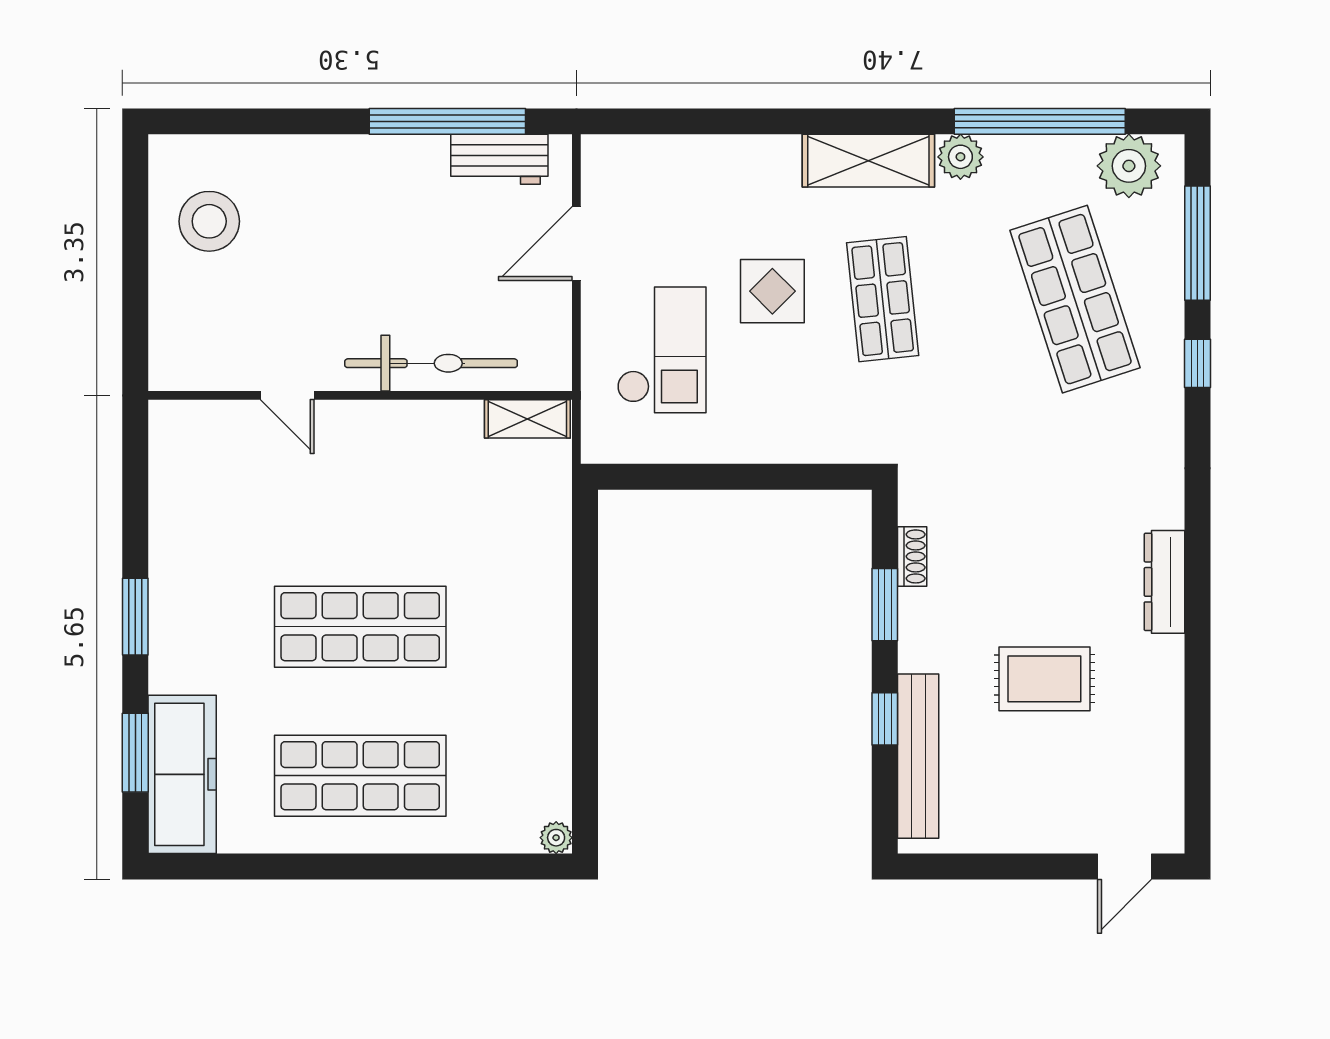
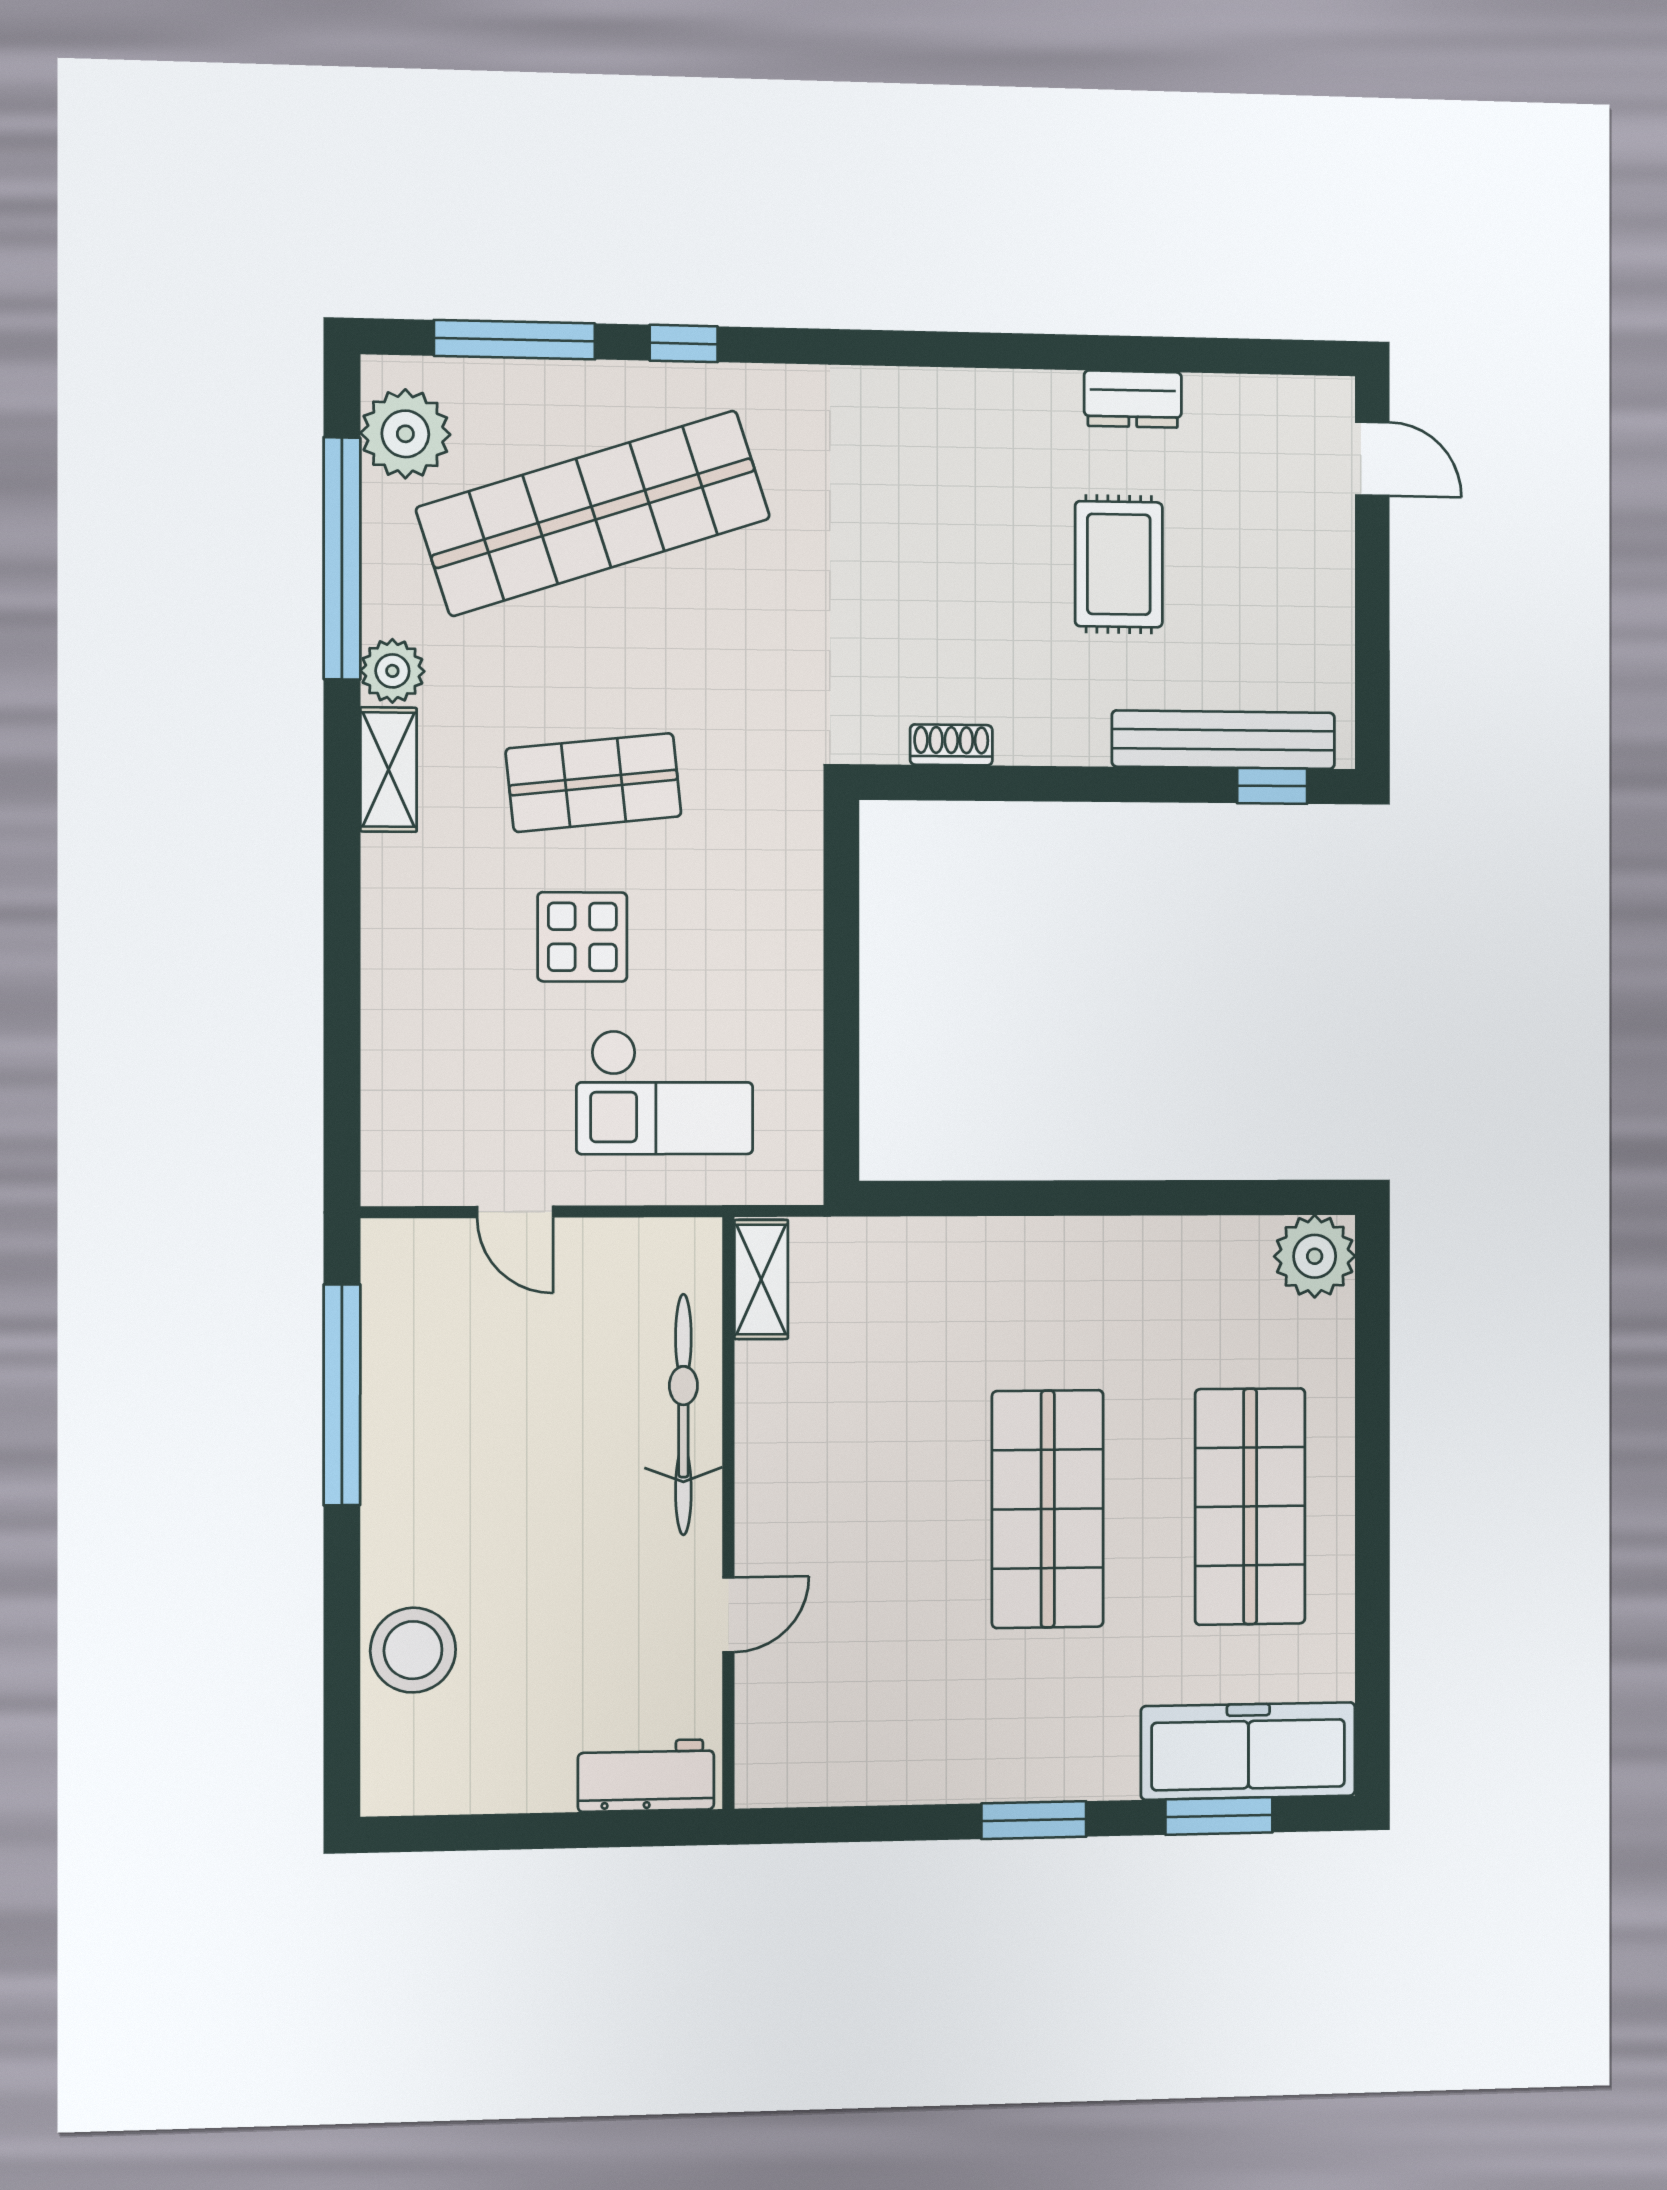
workbench: (499, 159) -> (646, 1776), moved, turned -90
shelving: (868, 161) -> (388, 770), width x0.67, depth x0.75
stool: (209, 221) -> (413, 1650), moved
door: (576, 243) -> (515, 1212), width x0.73
shop shelf: (1075, 299) -> (594, 513), width x1.40
checkout: (662, 350) -> (665, 1092), turned 180
dresser: (1164, 582) -> (1133, 399), moved, width x0.70
window: (885, 605) -> (1017, 783), removed
window: (885, 719) -> (1272, 786), moved
plant: (556, 838) -> (1315, 1256), width x1.88, depth x1.88

